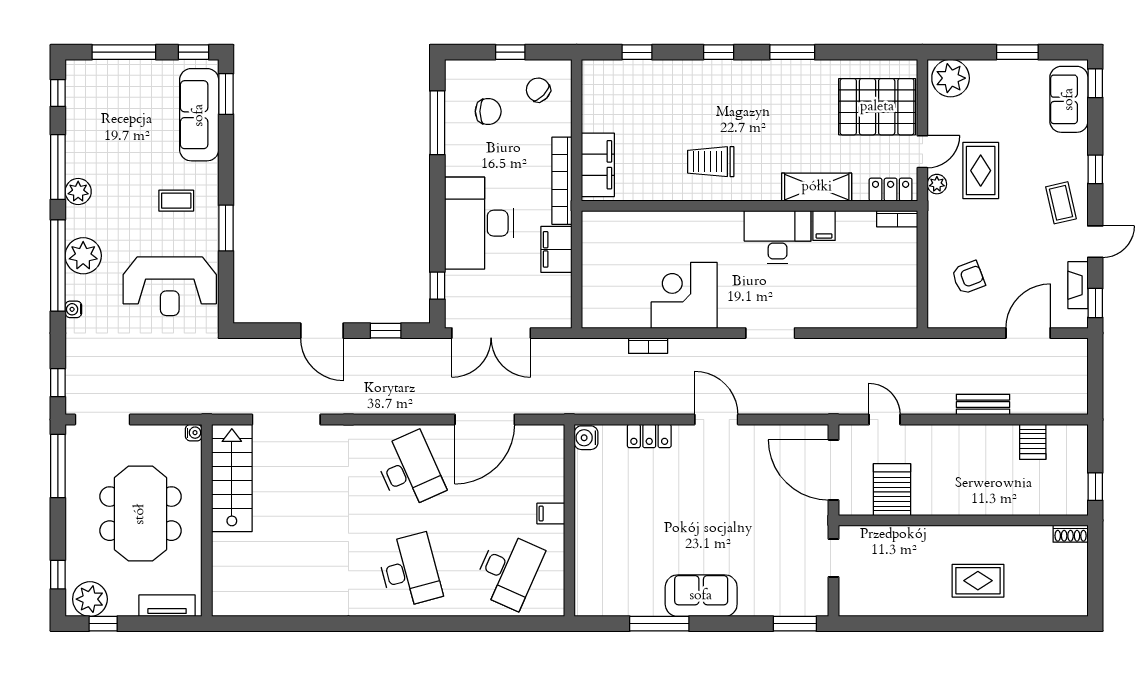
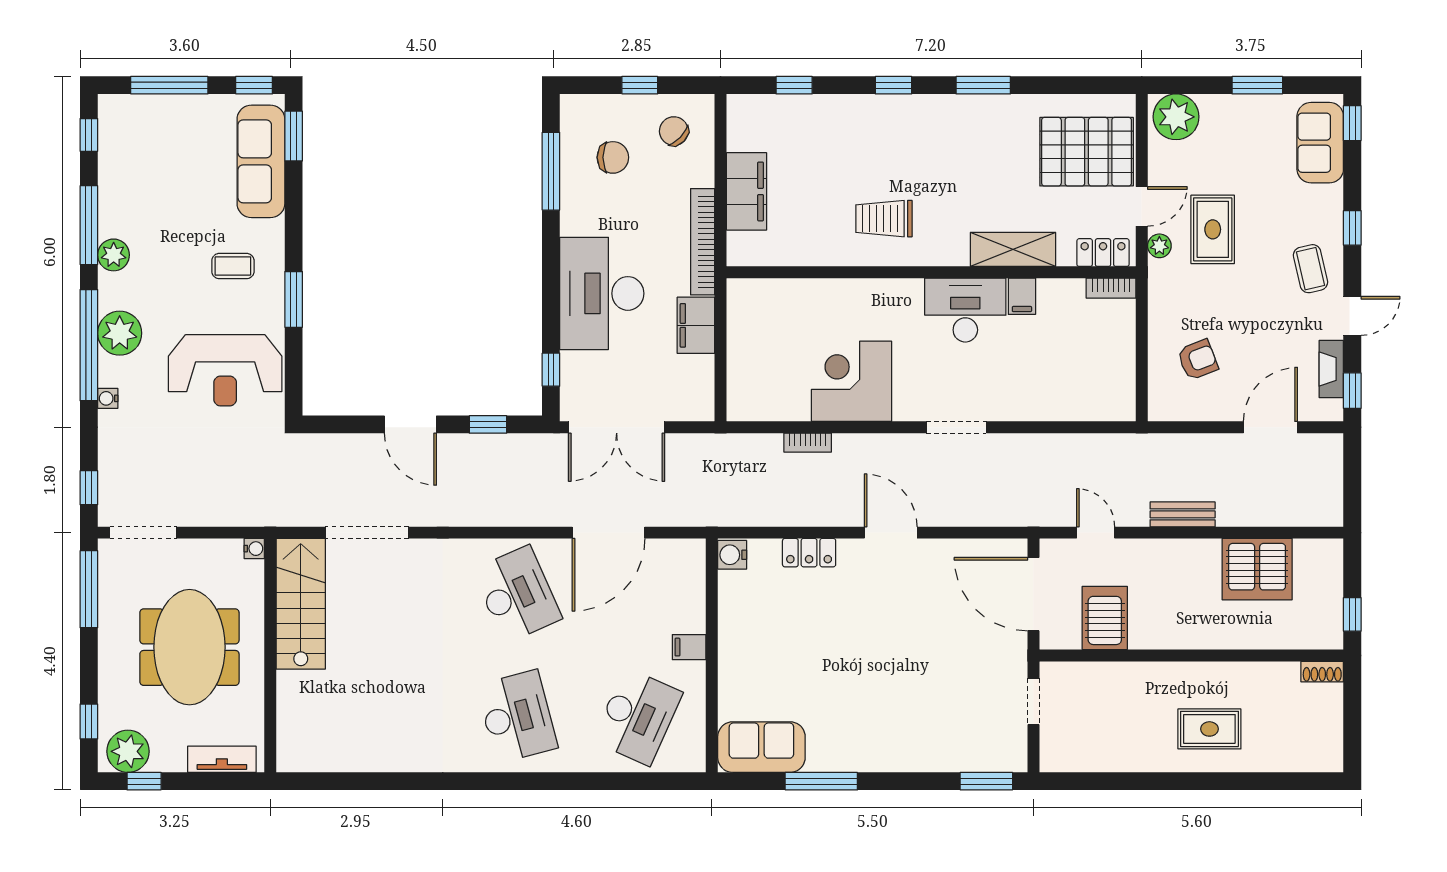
filing cabinet: (598, 165) -> (746, 191), moved
bench: (983, 405) -> (1183, 514), moved
server rack: (1033, 442) -> (1257, 569), width x2.18, depth x1.44
sofa: (701, 596) -> (761, 747), moved

